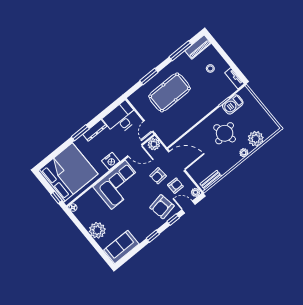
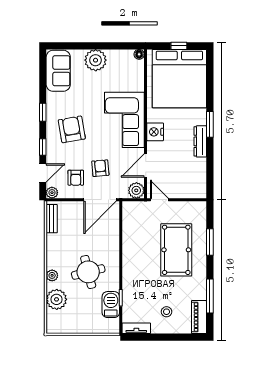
desk: (121, 118) -> (191, 178), removed
window: (56, 197) -> (179, 46), moved
armchair: (162, 207) -> (72, 129), moved

